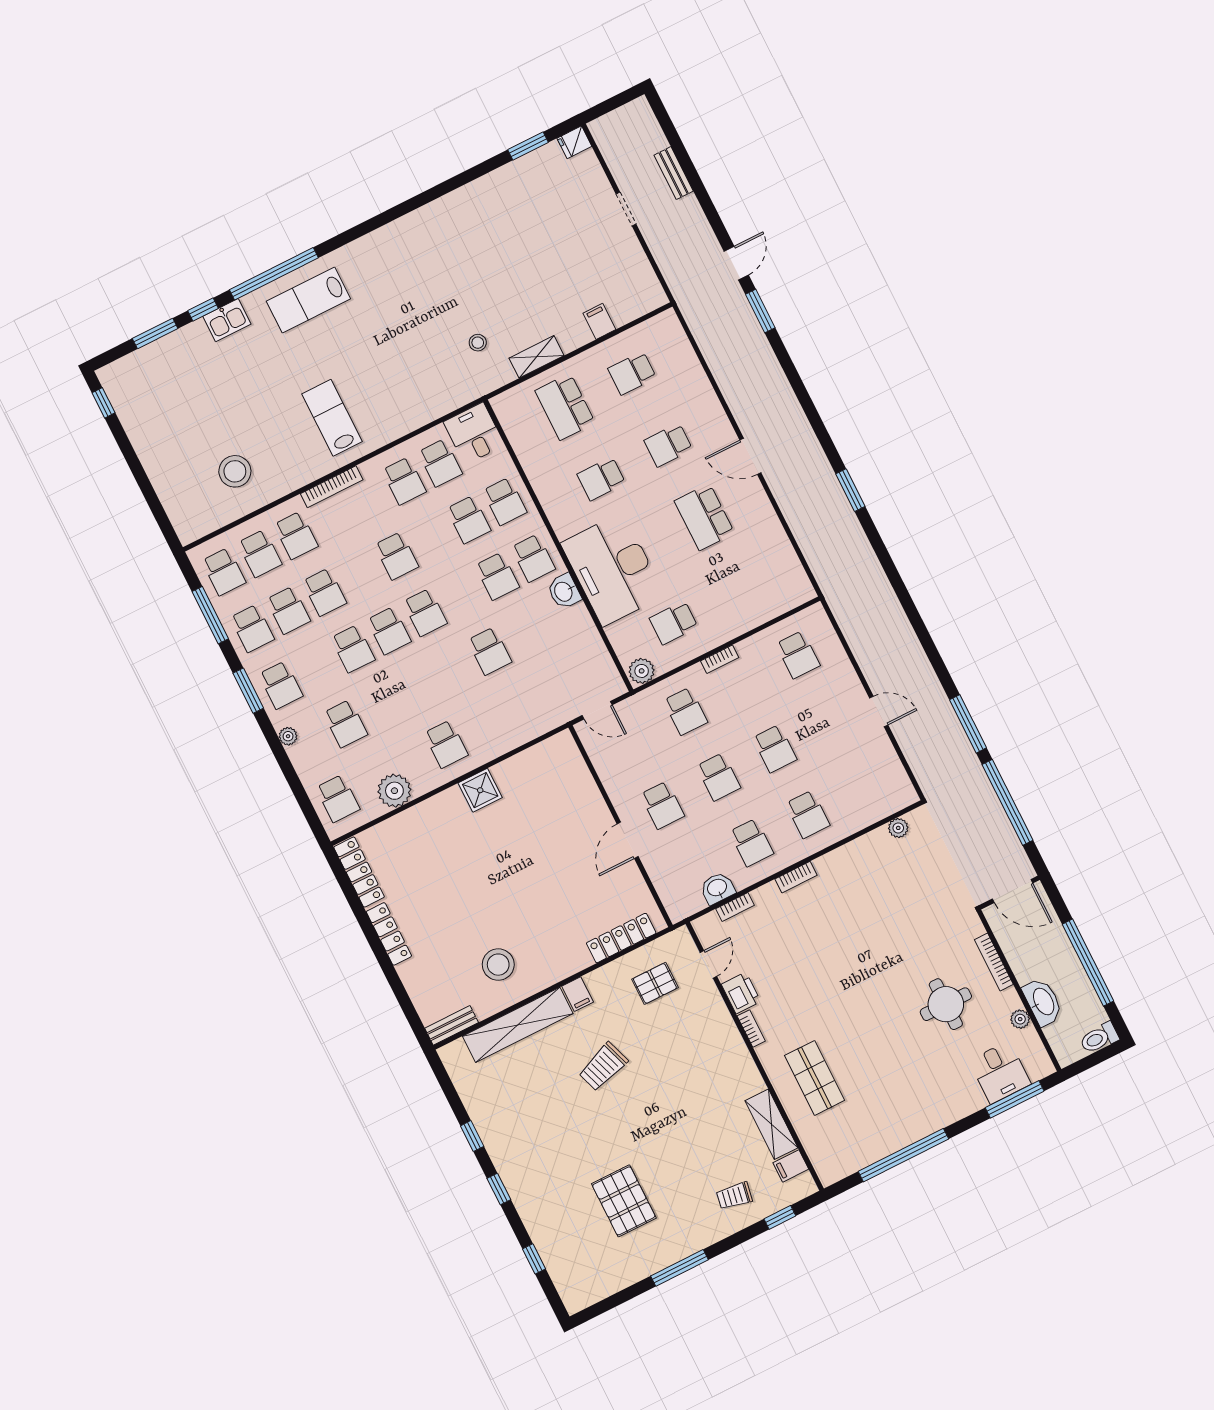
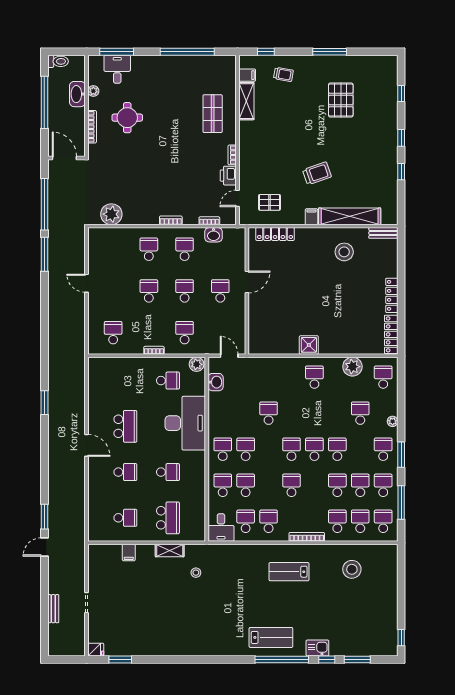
lab bench: (332, 418) -> (289, 572), turned 90
washbasin: (564, 591) -> (216, 382), moved
plant: (898, 828) -> (111, 214), width x1.87, depth x1.87

